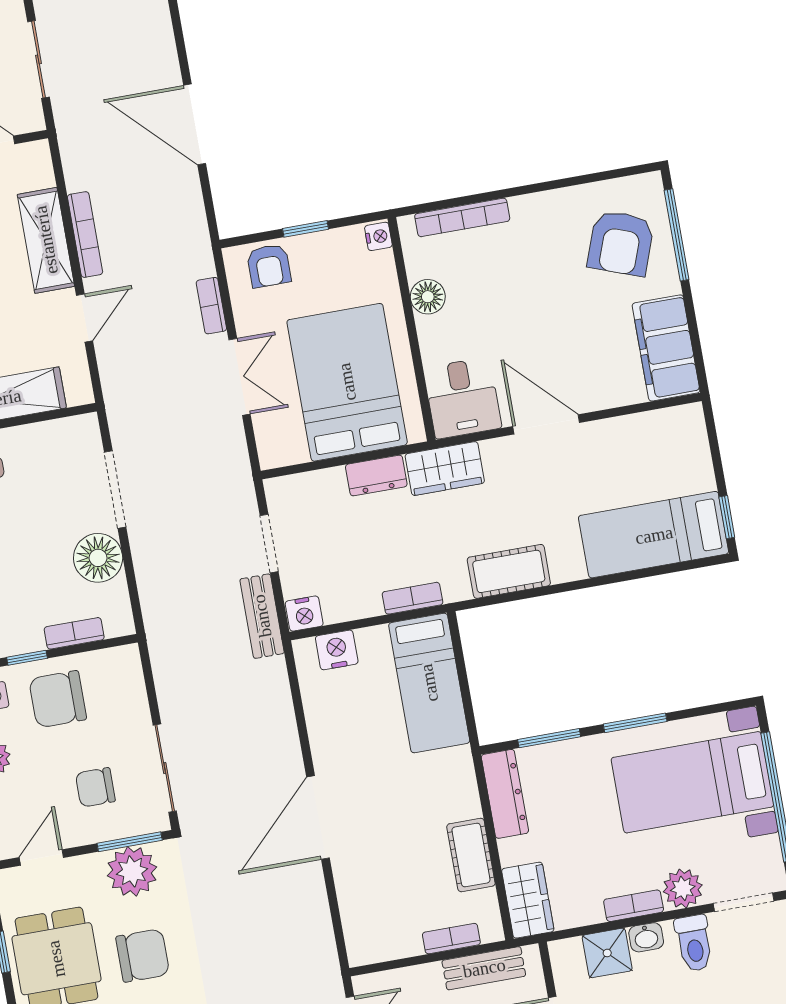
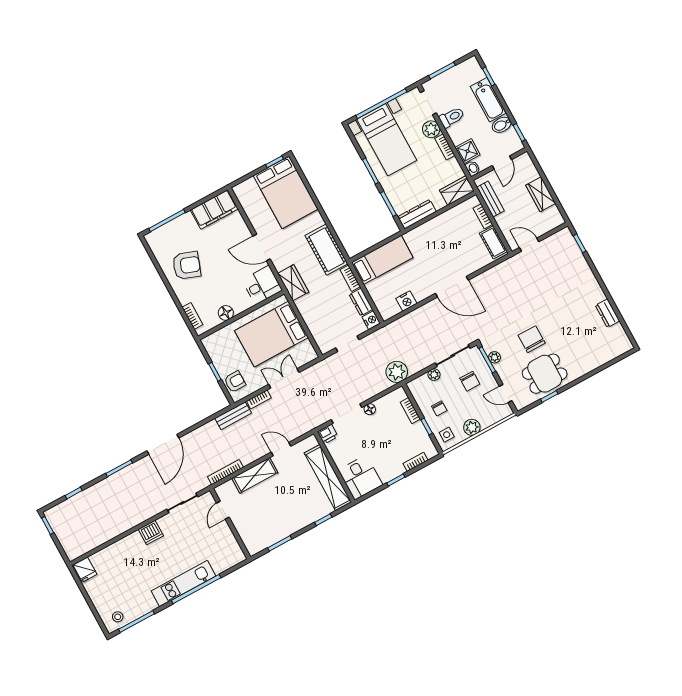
door: (195, 124) -> (163, 444), moved
bookcase: (462, 217) -> (192, 316), width x0.64
bookcase: (85, 235) -> (225, 472), moved
nightstand: (378, 236) -> (208, 341), removed
armchair: (621, 243) -> (187, 265), moved
door: (546, 424) -> (262, 248), hinge flipped
printer: (83, 433) -> (328, 434), added
dresser: (376, 475) -> (361, 302), moved, turned 180
bed: (654, 535) -> (286, 192), width x1.50
floor lamp: (98, 558) -> (370, 409), width x0.53, depth x0.53
cot: (509, 571) -> (326, 250), width x1.37, depth x1.34
bench: (262, 616) -> (233, 416), moved
plant: (170, 632) -> (397, 372), added
nightstand: (337, 650) -> (406, 301), moved, turned -90
chair: (58, 699) -> (439, 408), width x0.54, depth x0.54
plant: (136, 713) -> (434, 375), added
cot: (471, 855) -> (493, 242), moved, turned 90
plant: (132, 871) -> (495, 357), width x0.53, depth x0.53
washbasin: (646, 937) -> (473, 168), moved

